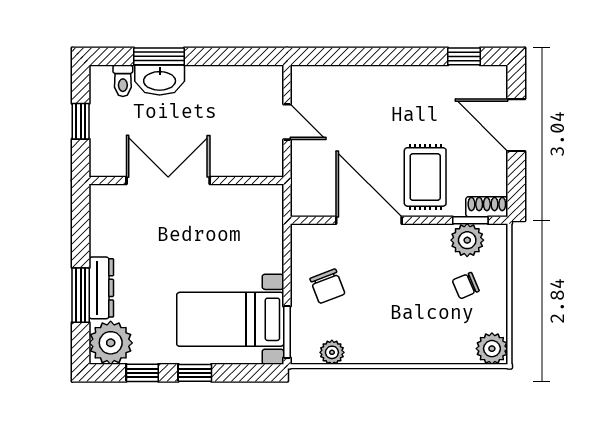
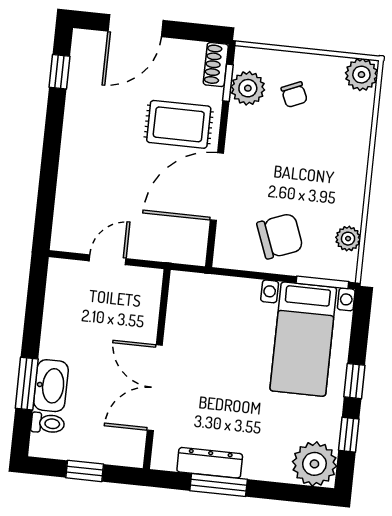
chair: (327, 286) -> (280, 236), width x1.37, depth x1.37
dresser: (101, 288) -> (210, 463), moved
window: (81, 295) -> (219, 485), moved

